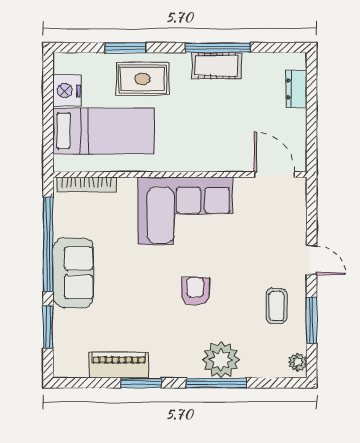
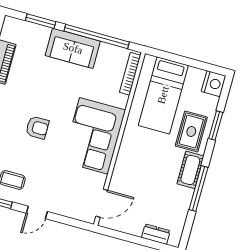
cot: (217, 66) -> (190, 170), moved
nightstand: (67, 91) -> (214, 84), moved, turned 90

